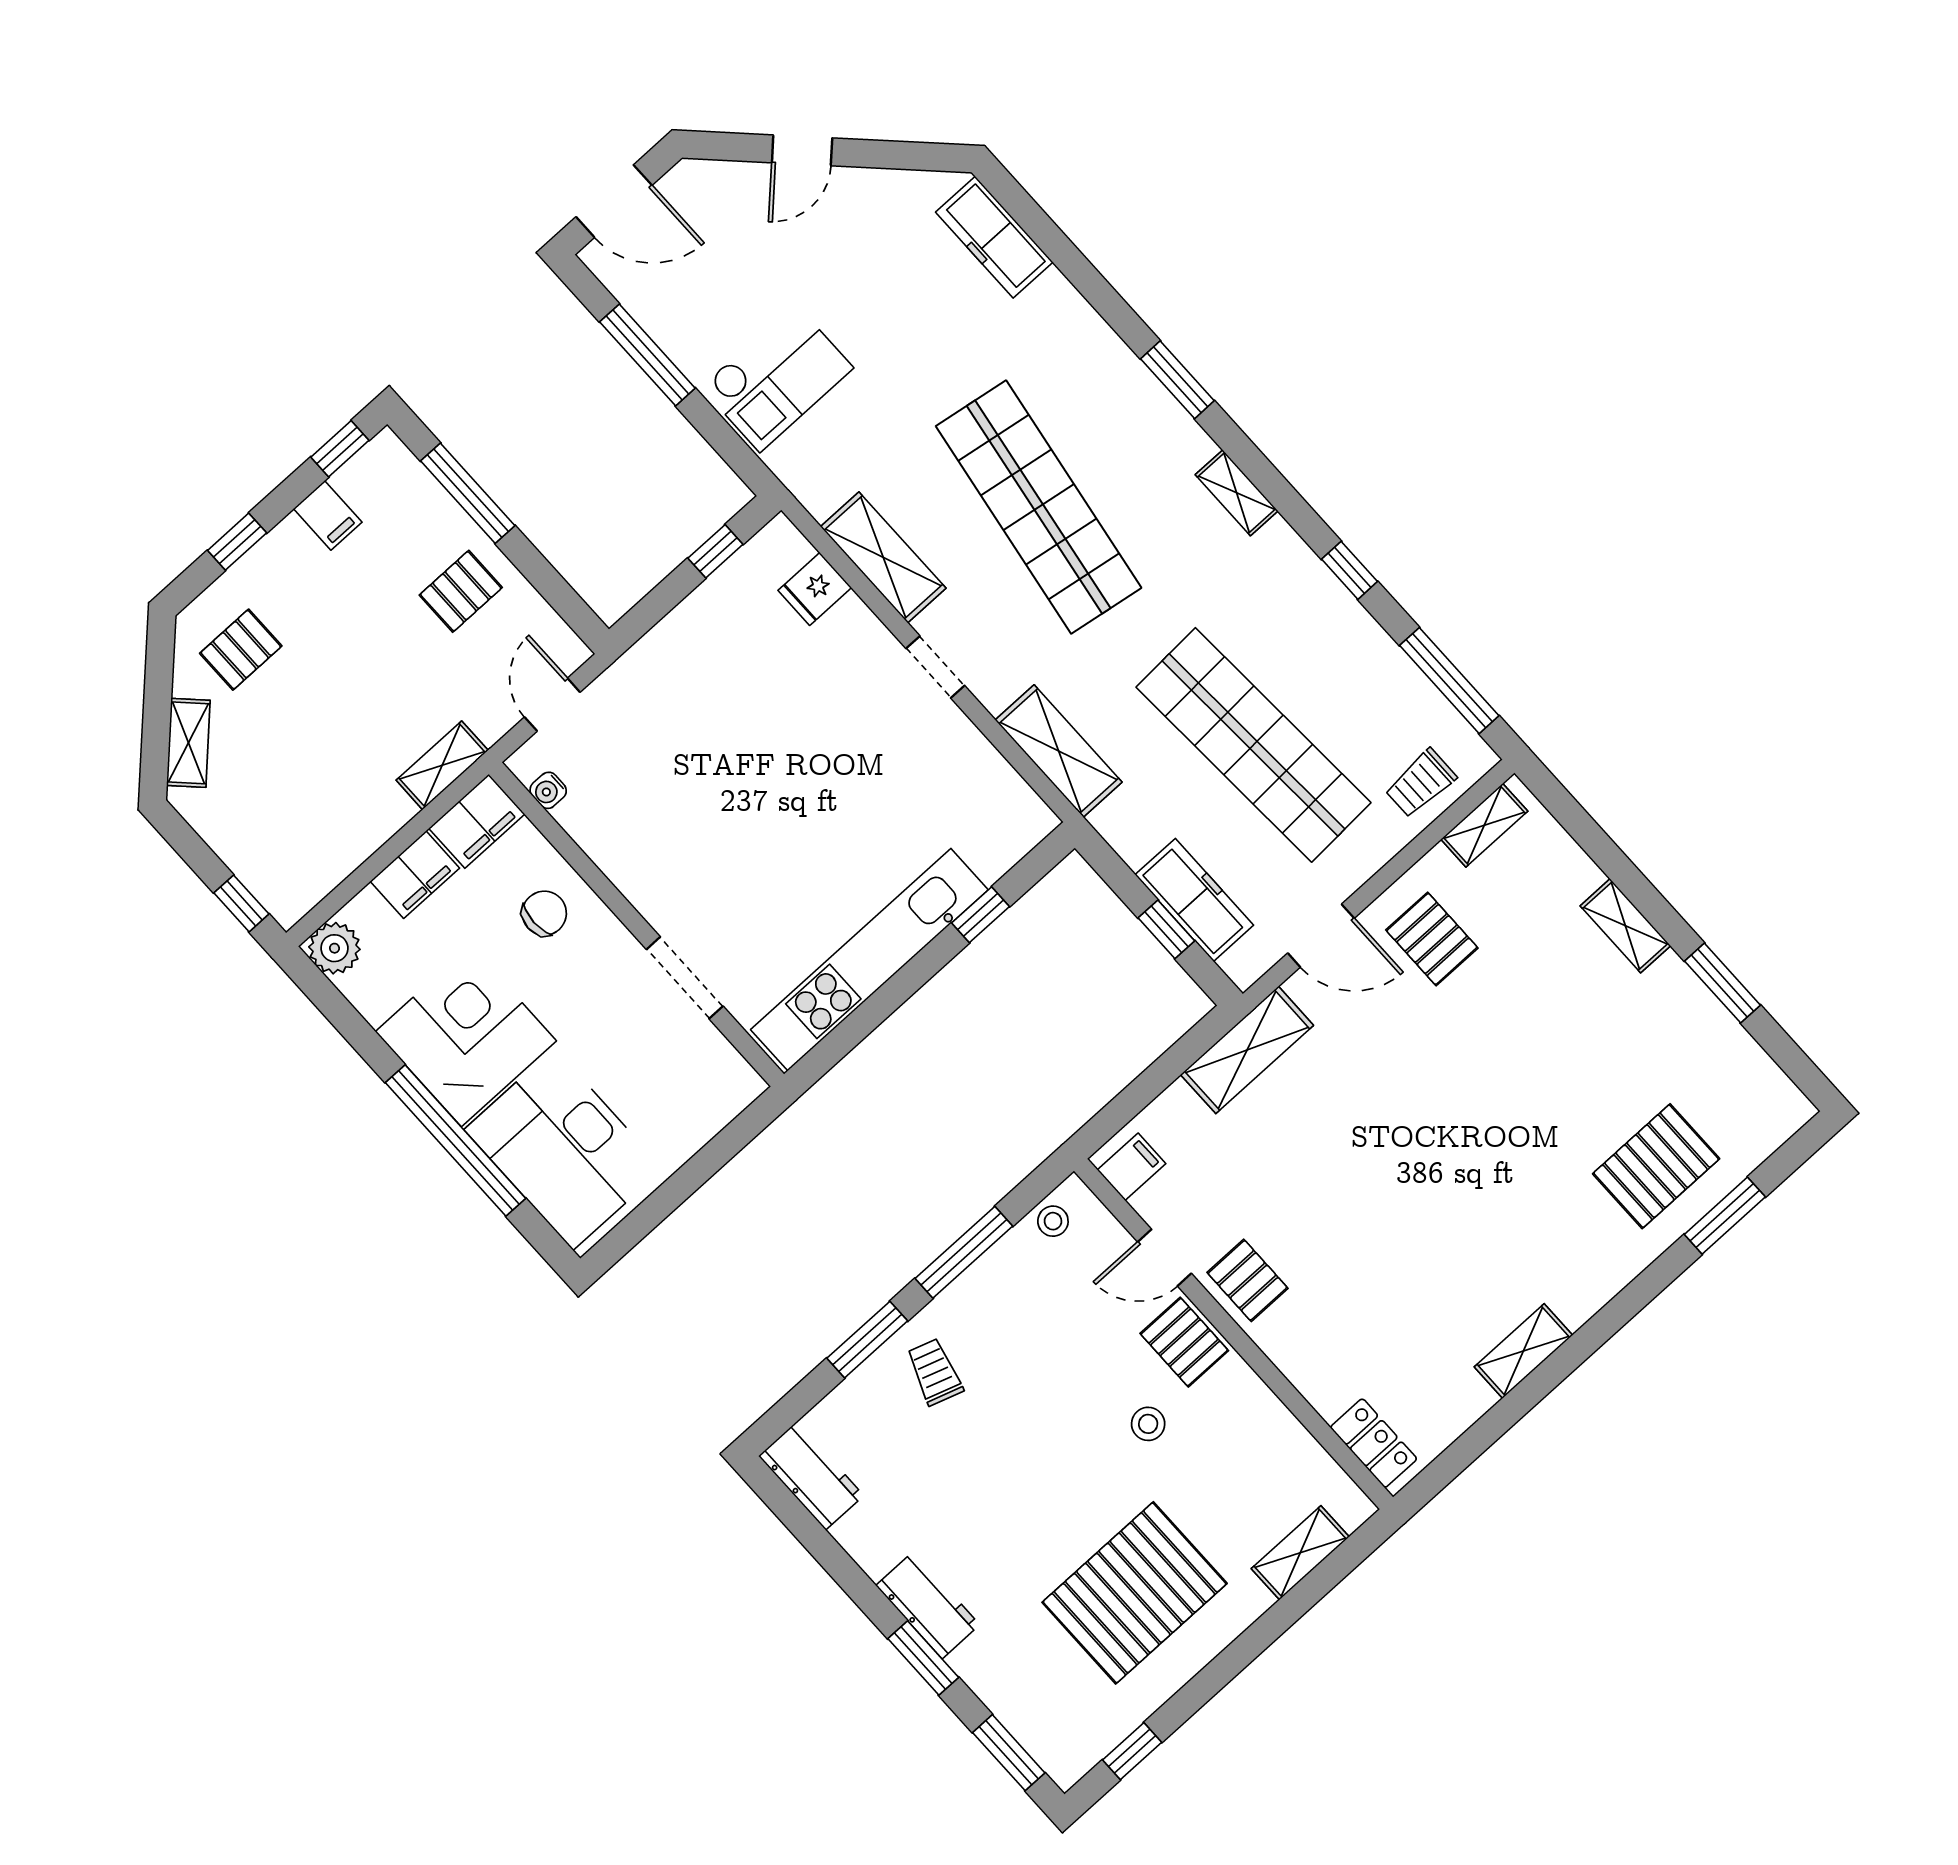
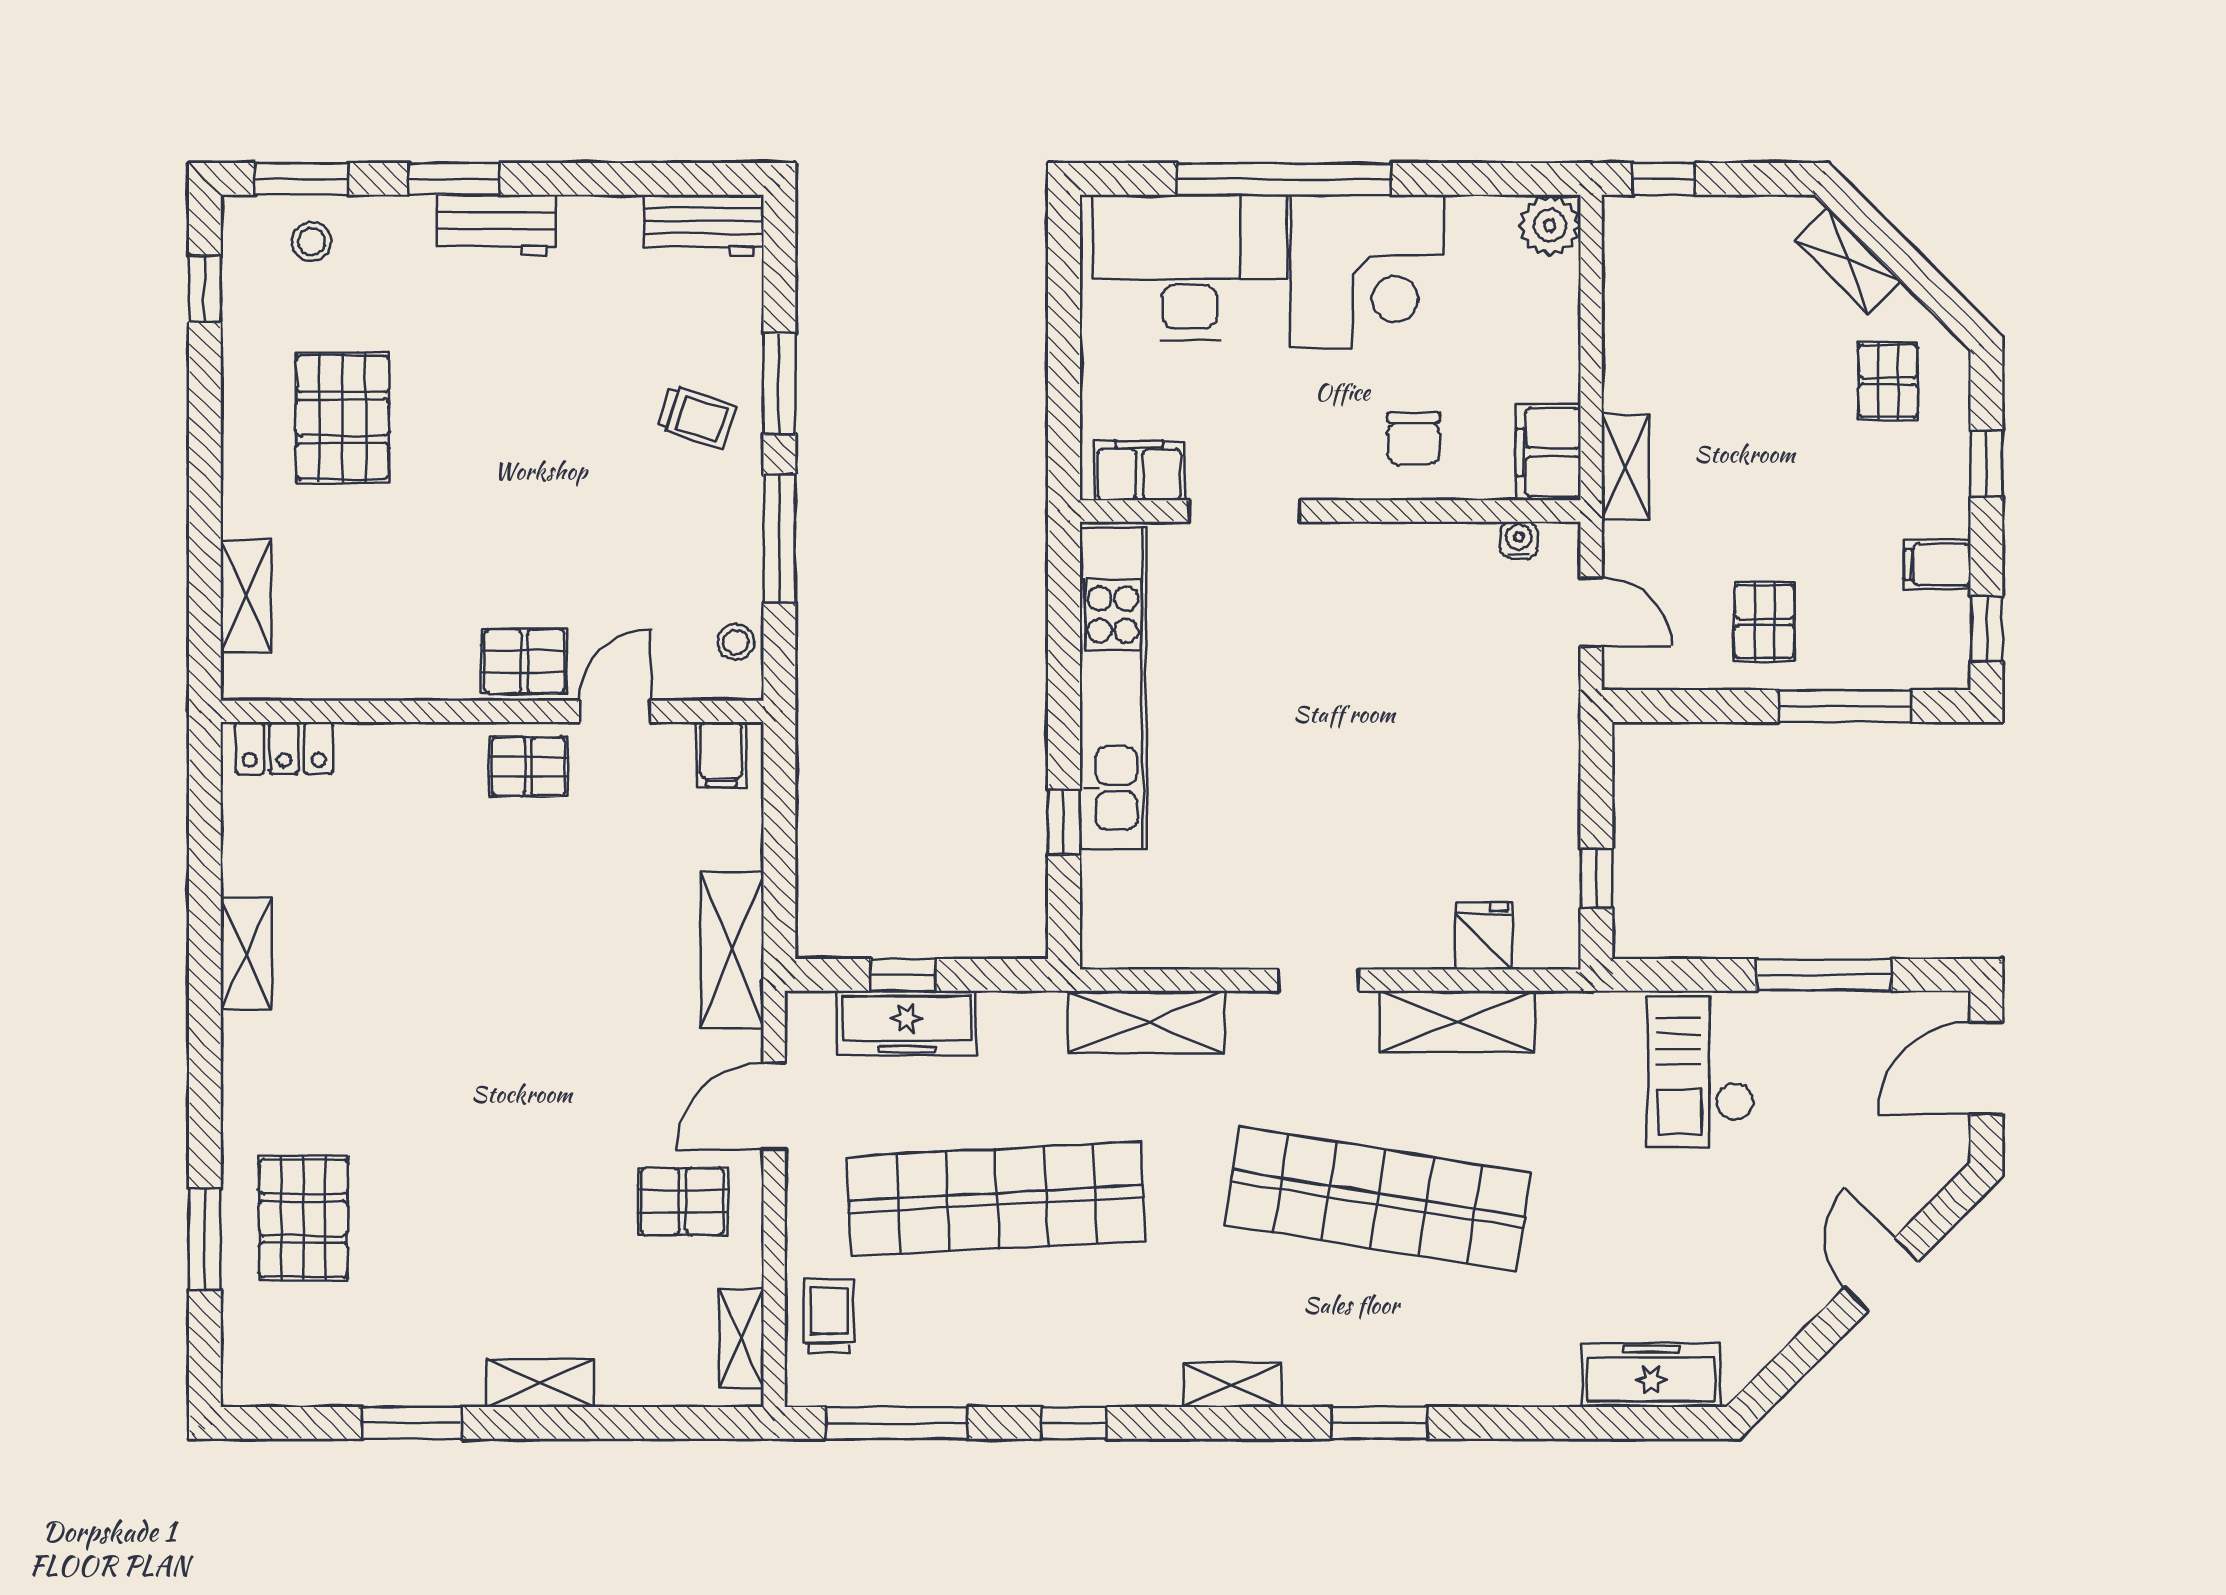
filing cabinet: (415, 875) -> (1139, 471), moved, turned 90
stool: (1148, 1424) -> (312, 242), moved
pallet: (1135, 1593) -> (343, 417), width x0.73, depth x0.71

